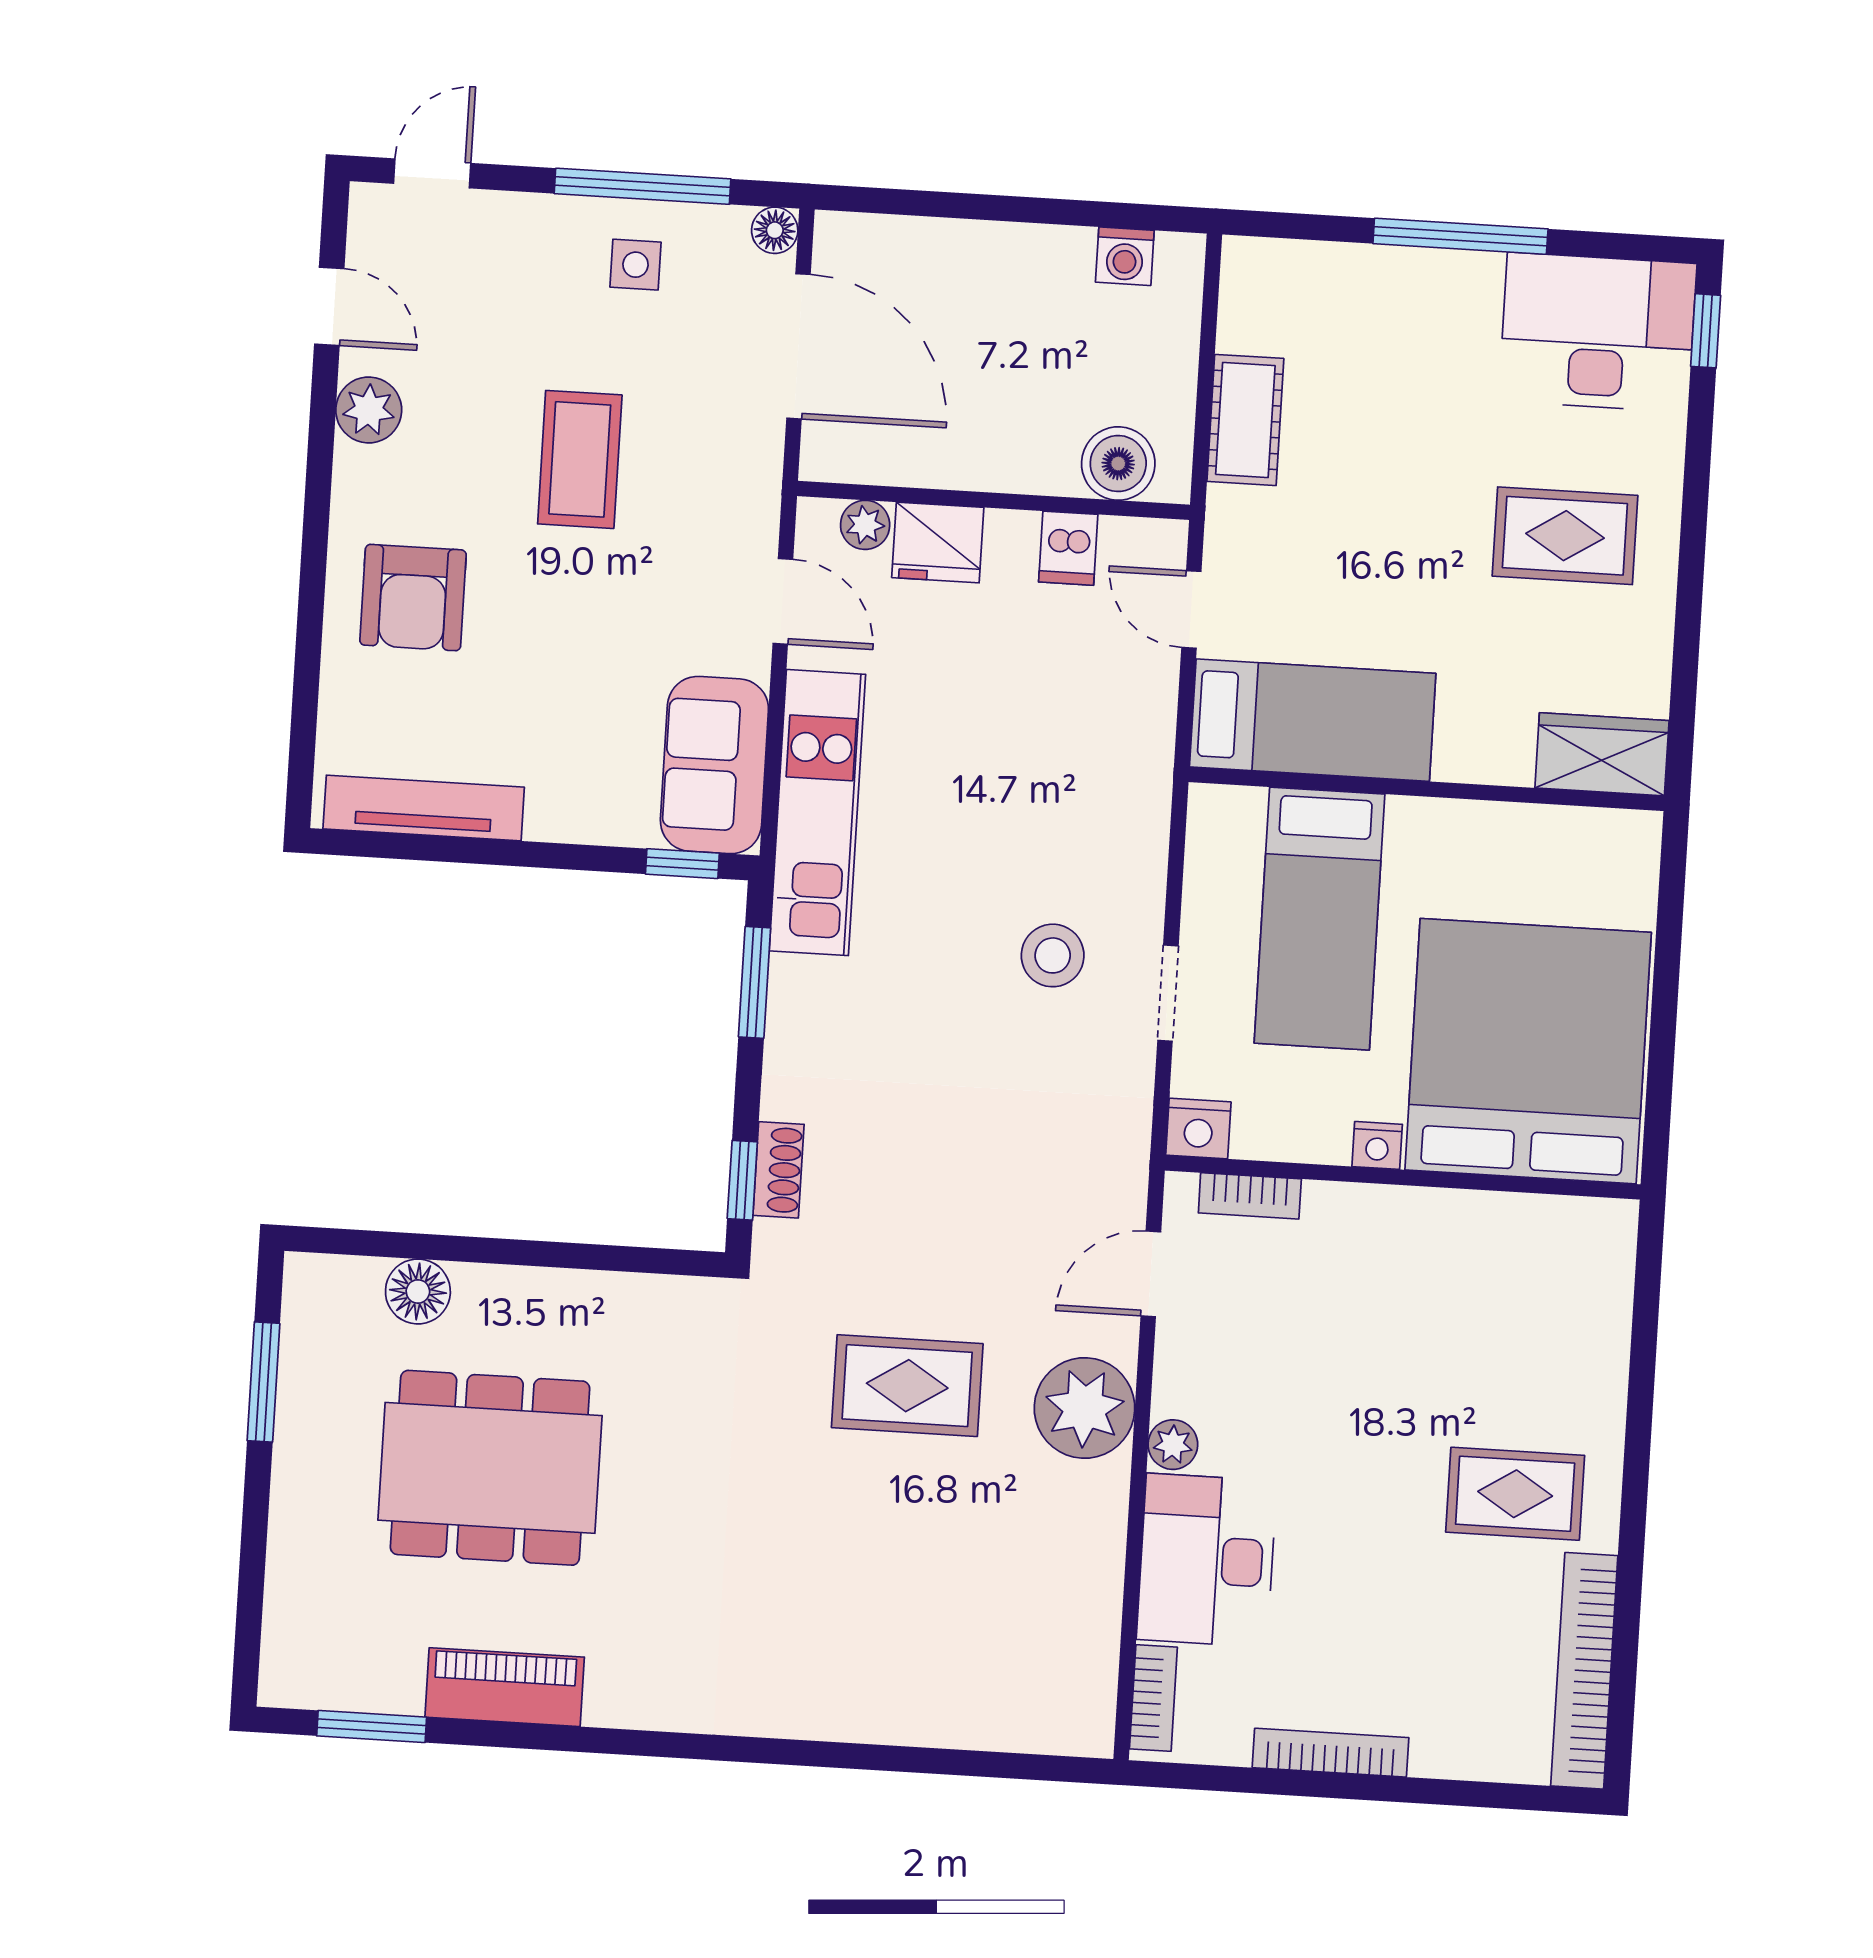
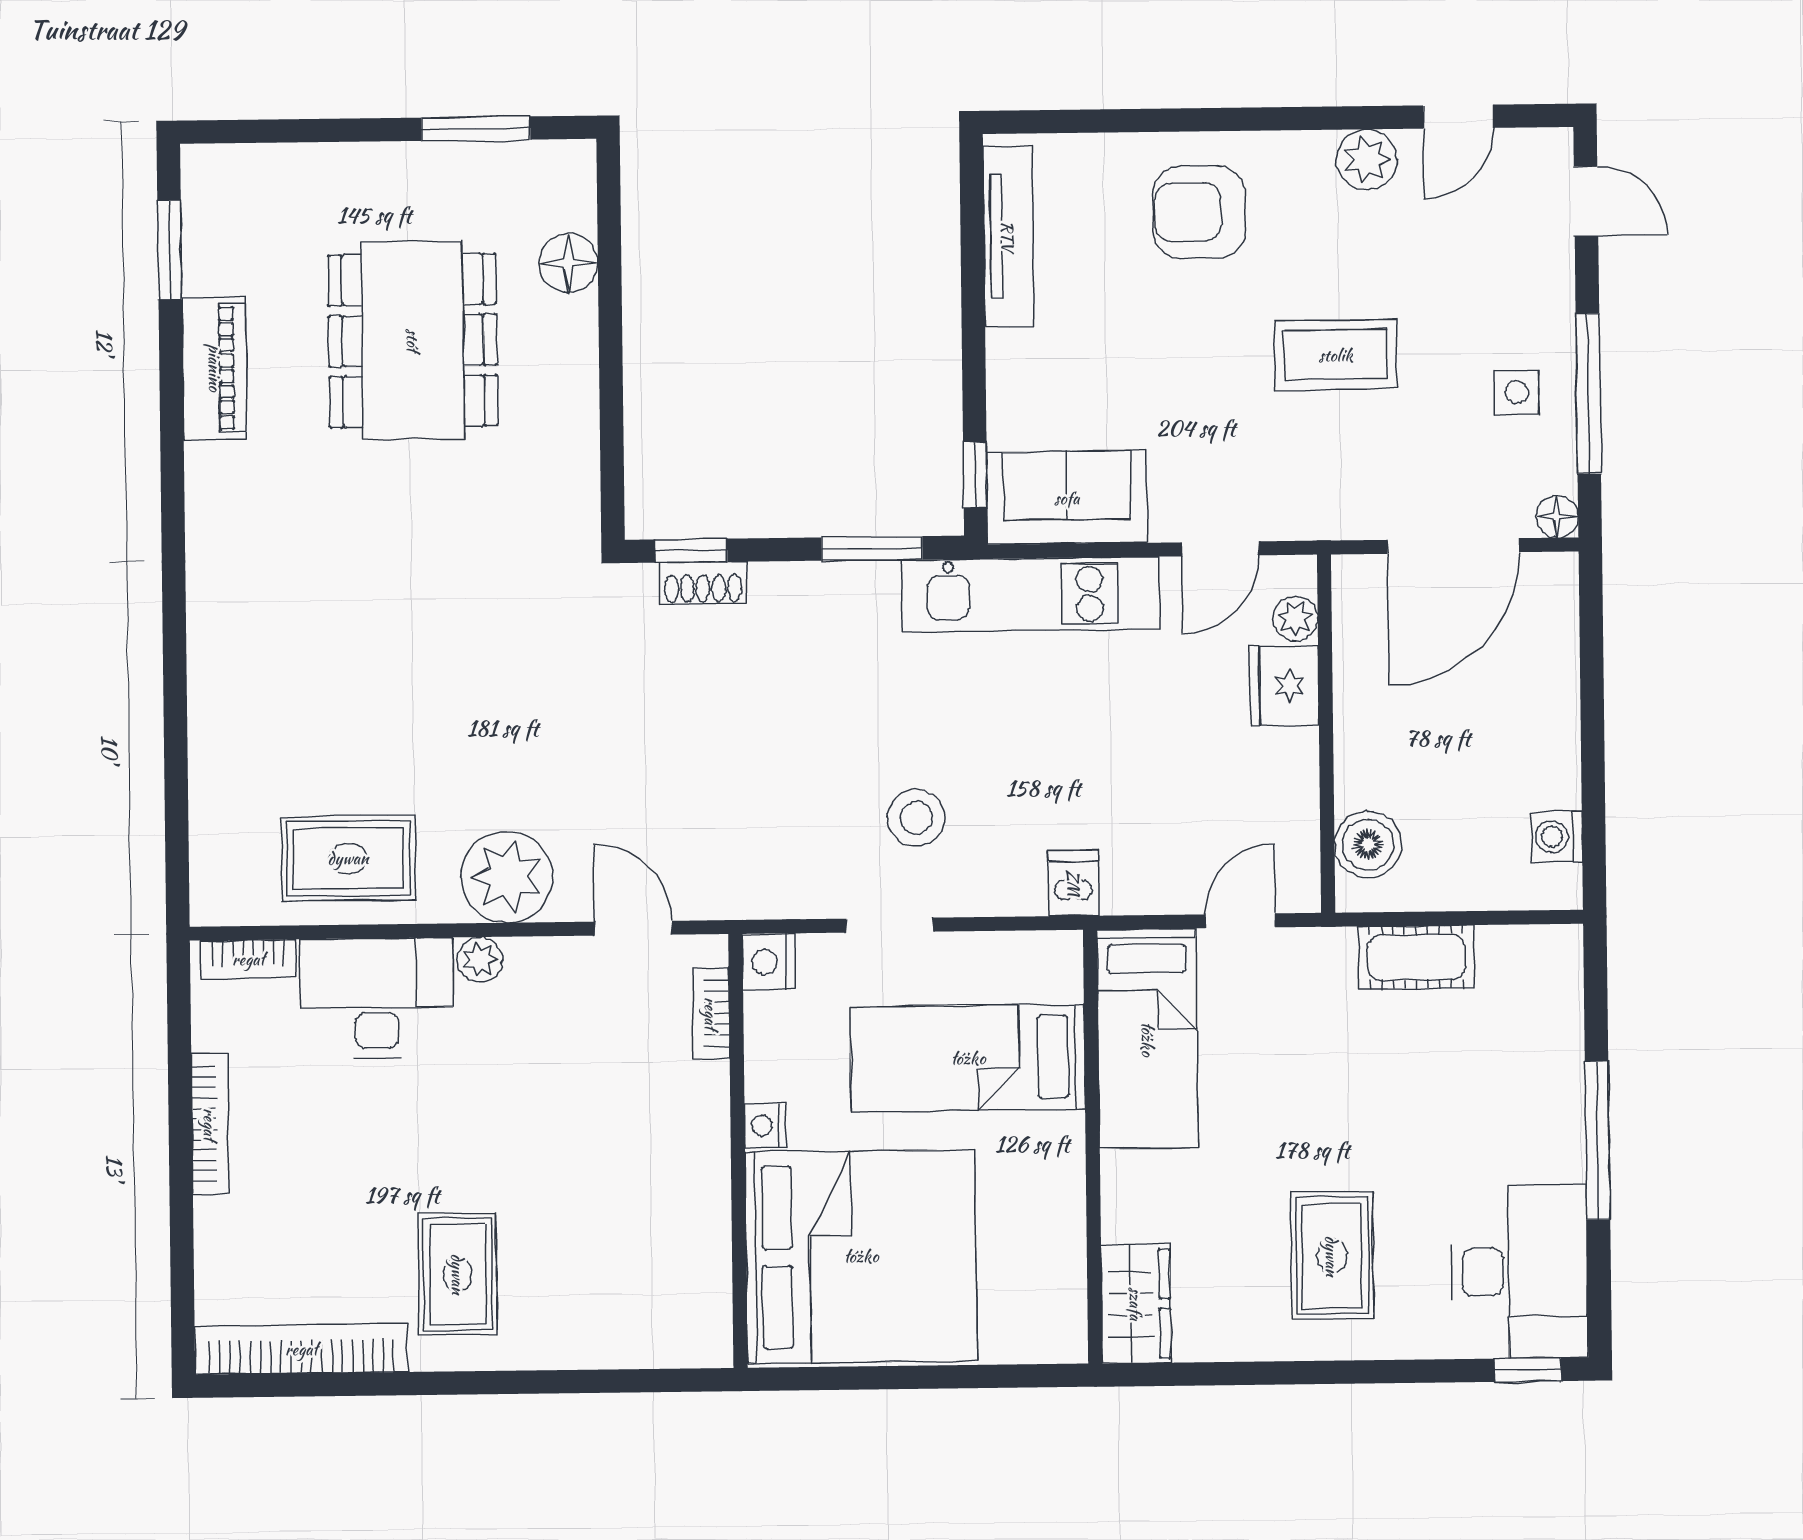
dishwasher: (1068, 548) -> (1074, 883), moved, turned 90
rug: (907, 1386) -> (348, 858), moved, turned 90

